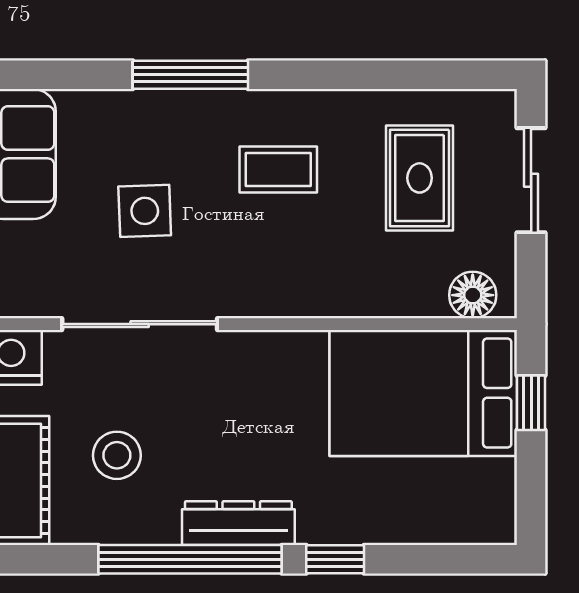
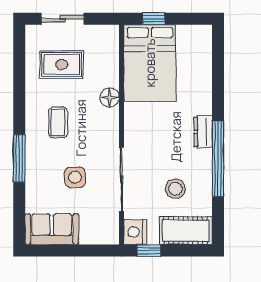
floor lamp: (473, 295) -> (110, 98), moved
dresser: (238, 523) -> (203, 132), width x0.70
window: (335, 559) -> (218, 99), removed

